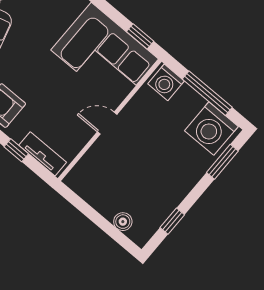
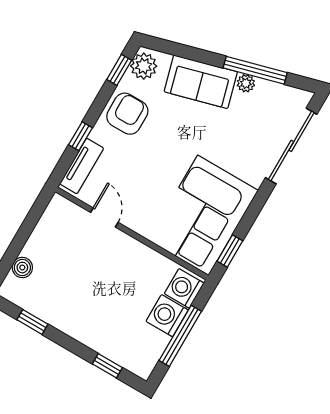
door: (107, 123) -> (104, 217), moved
washing machine: (211, 129) -> (167, 316), moved, width x0.73, depth x0.73
window: (222, 162) -> (107, 366), width x0.67

